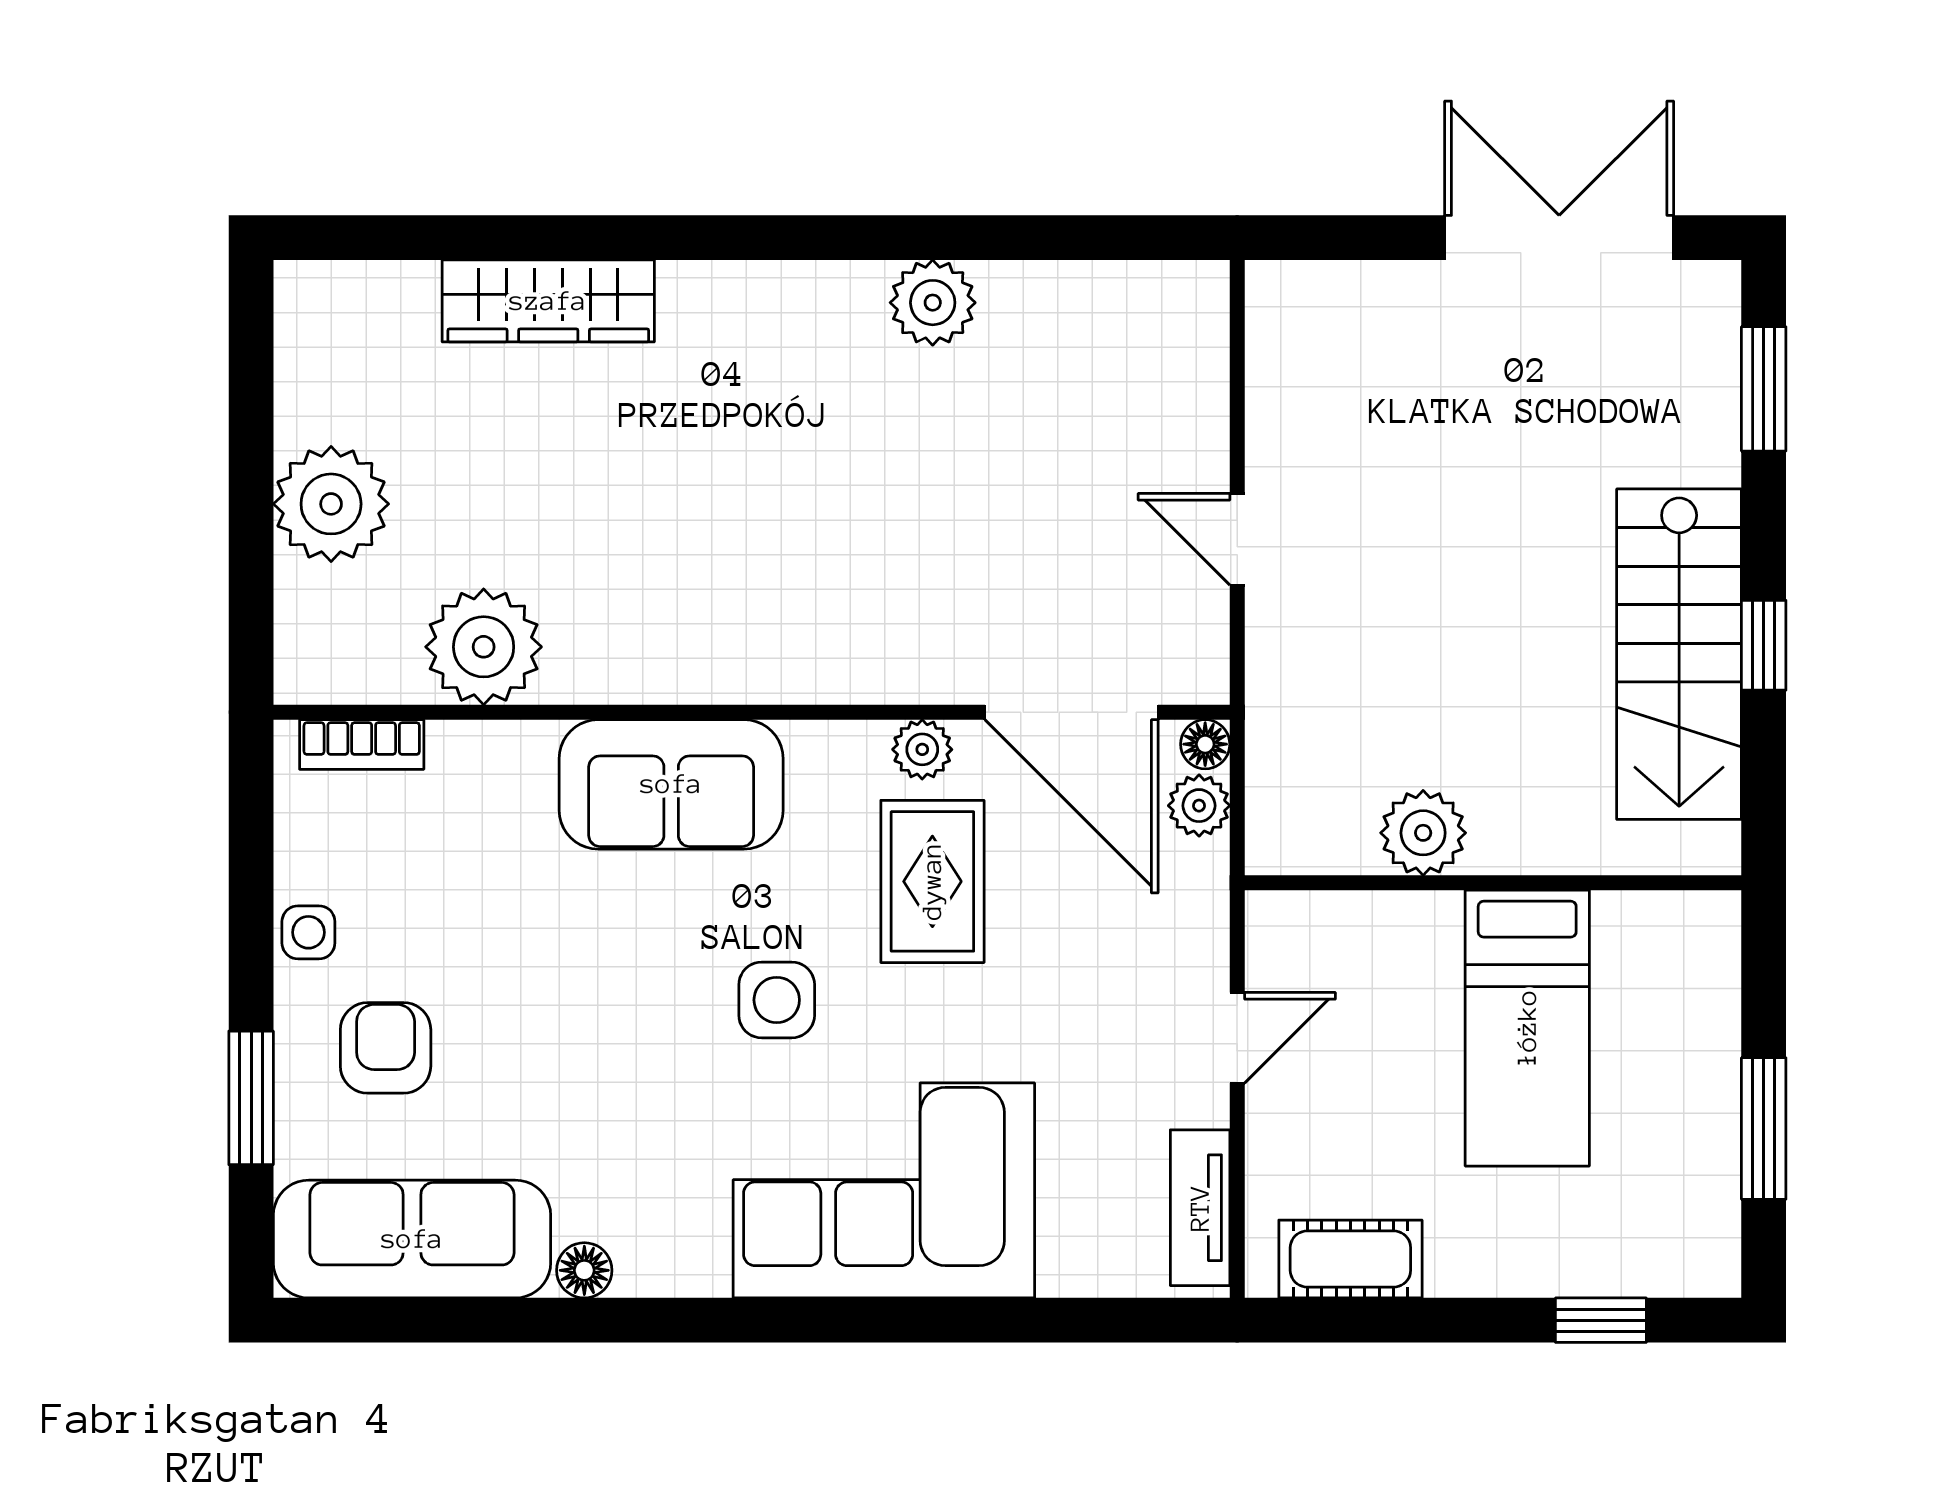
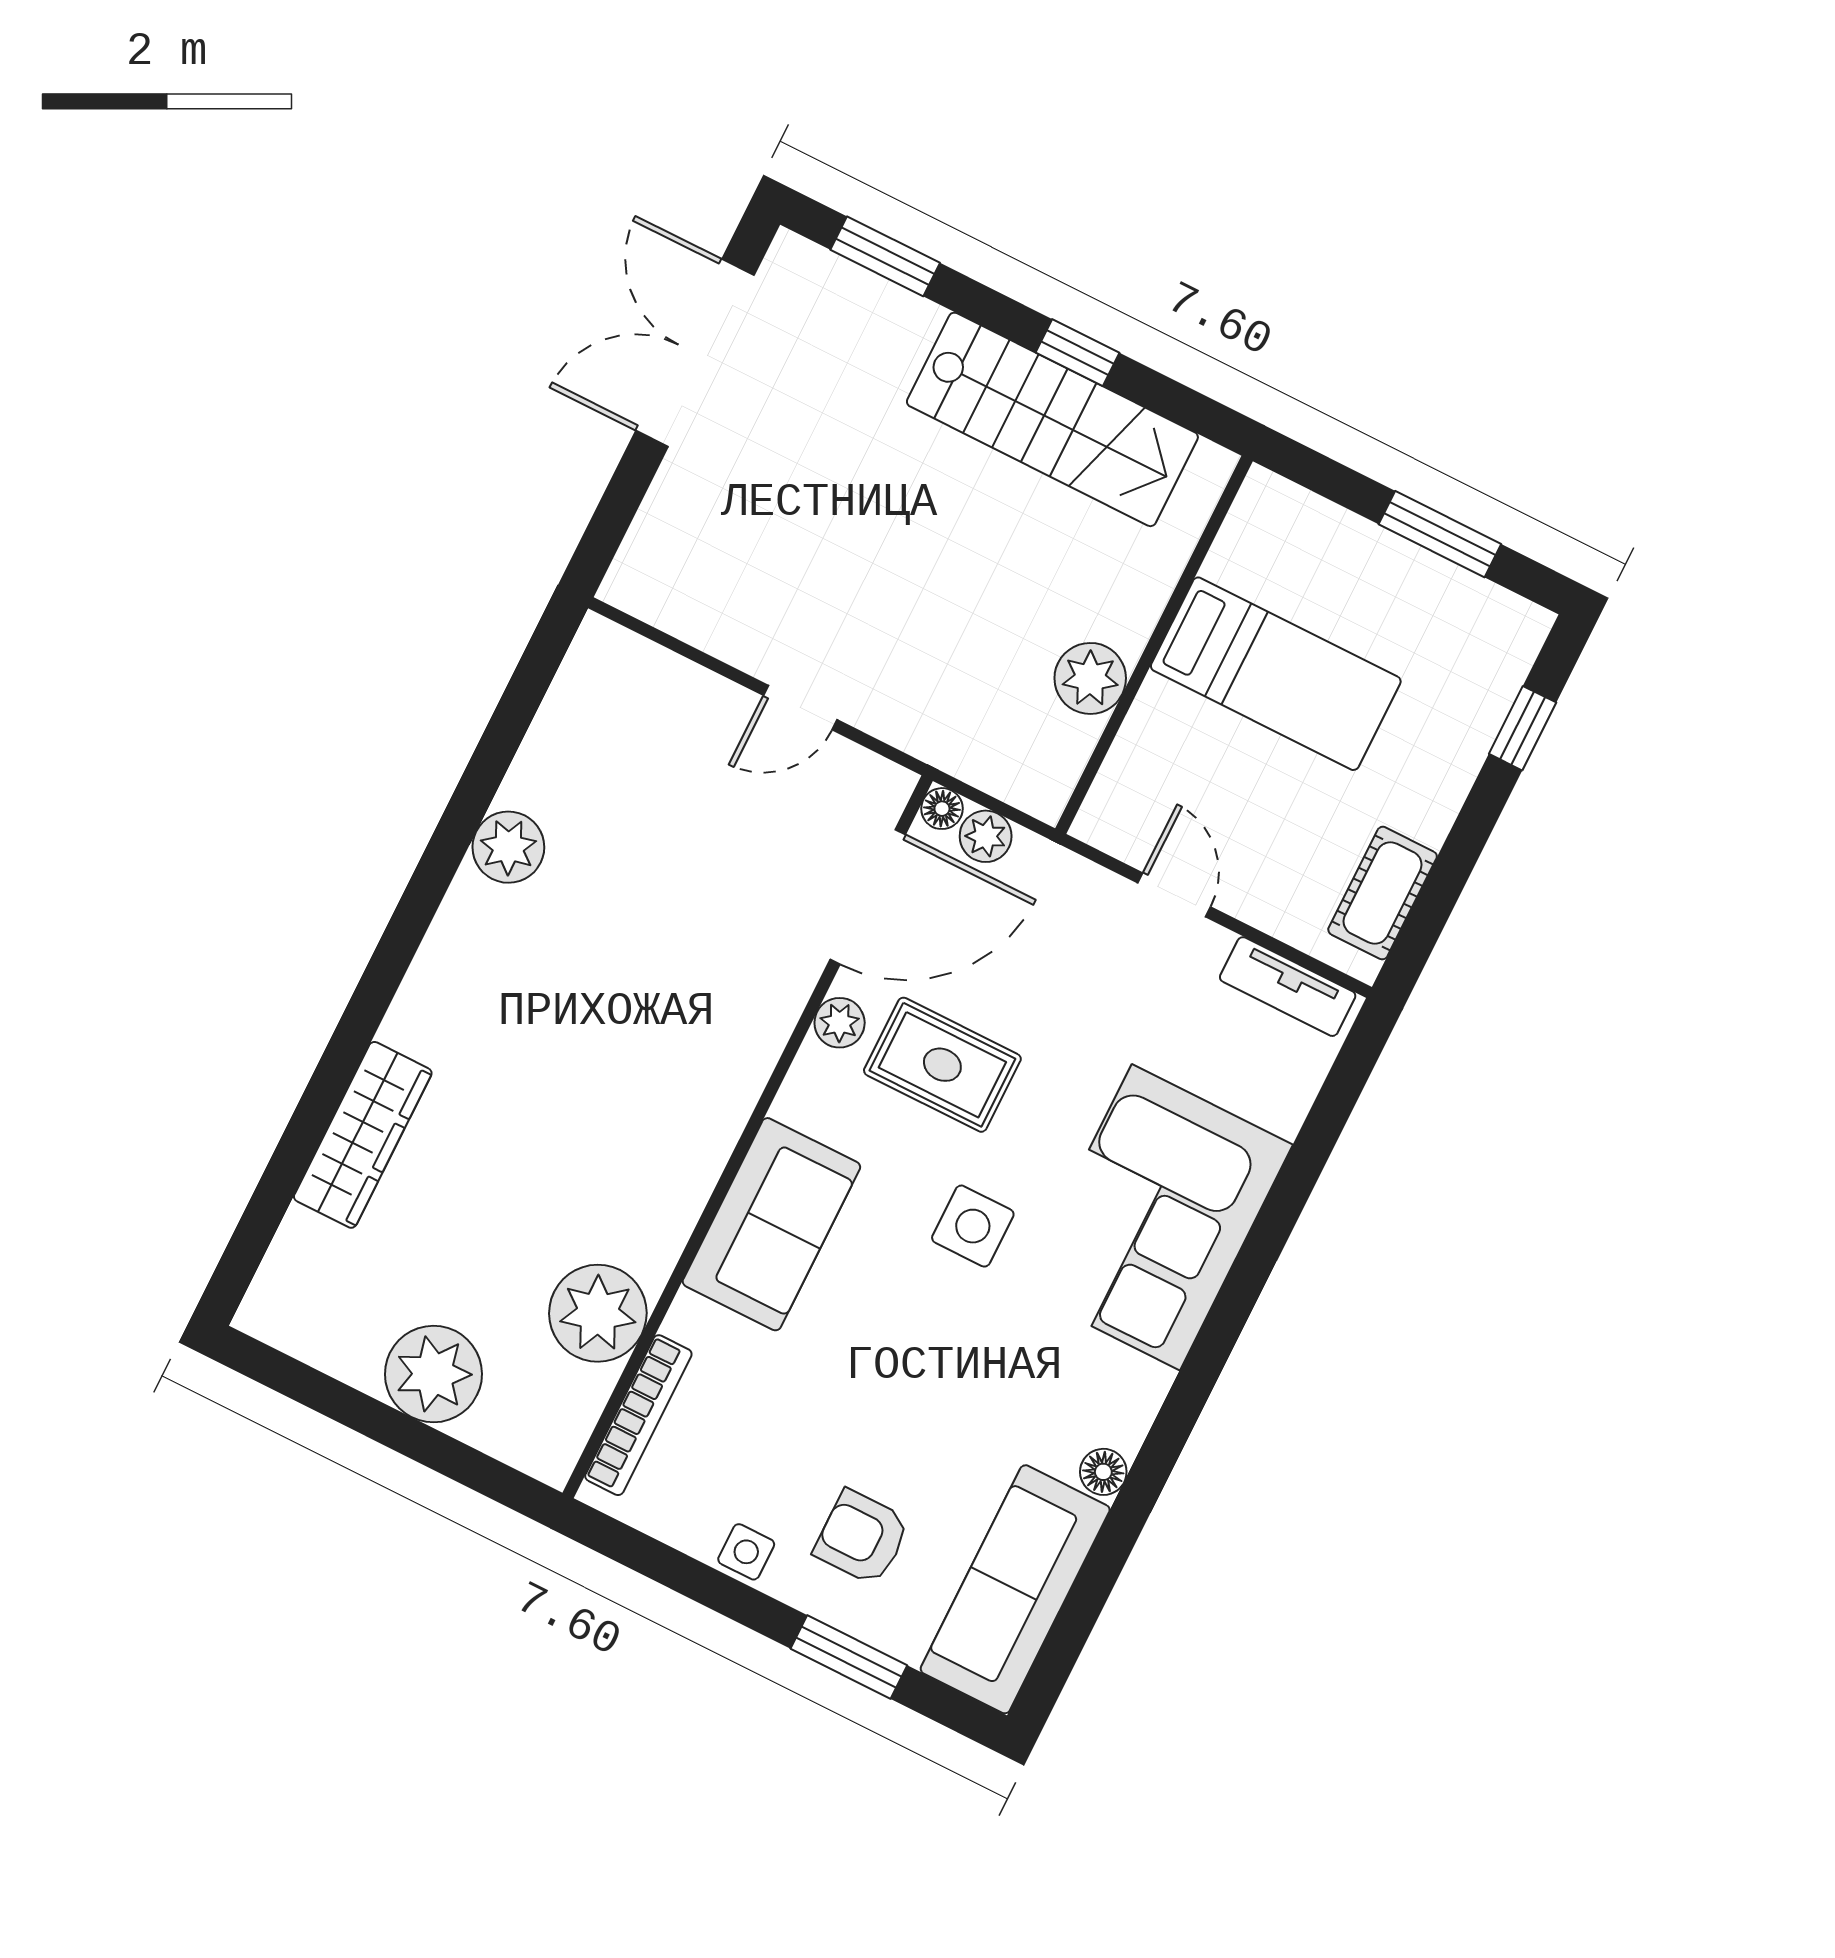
bookcase: (362, 744) -> (638, 1415), width x1.56

